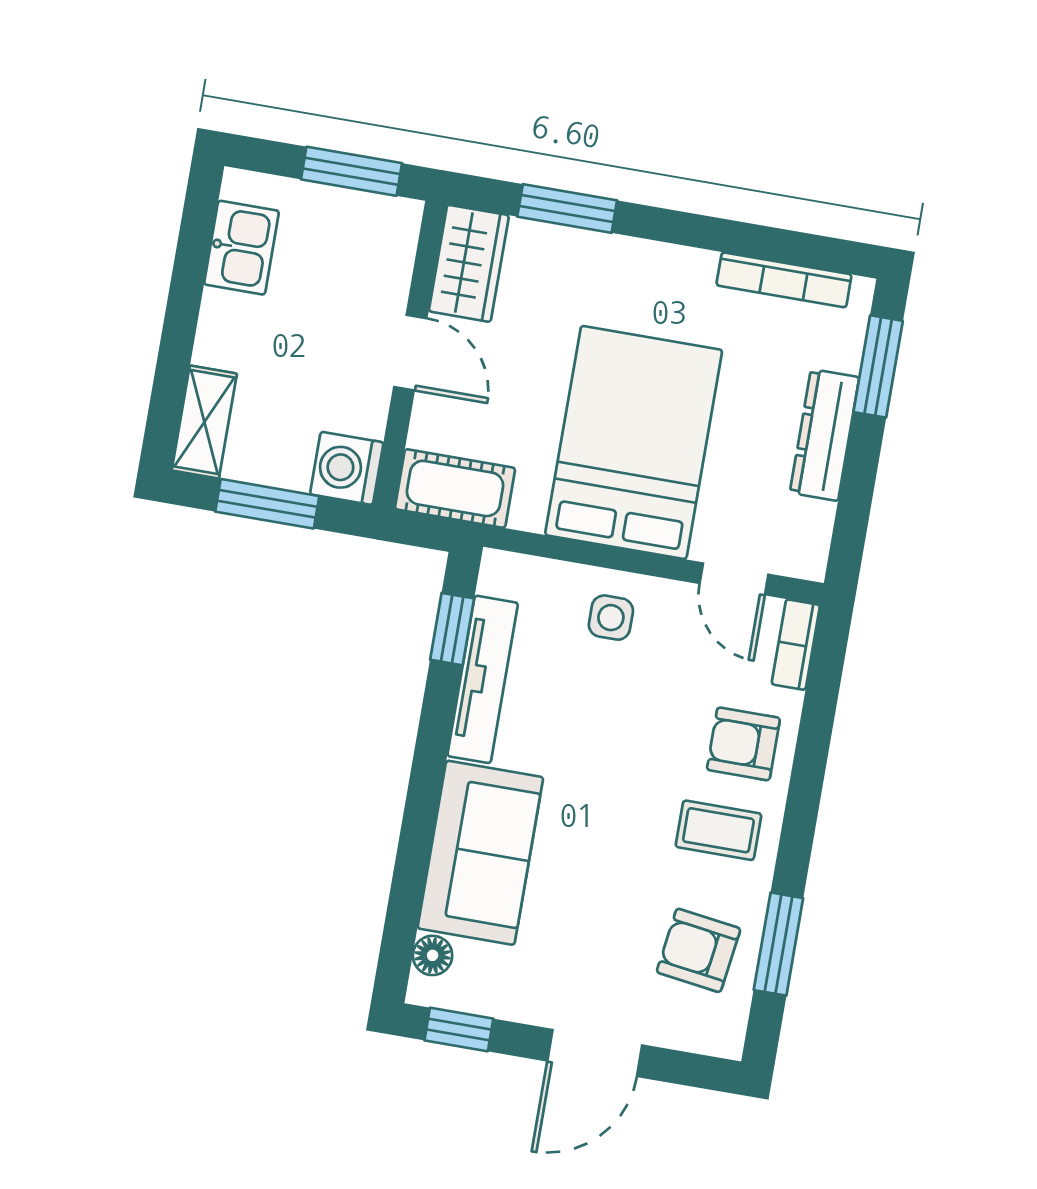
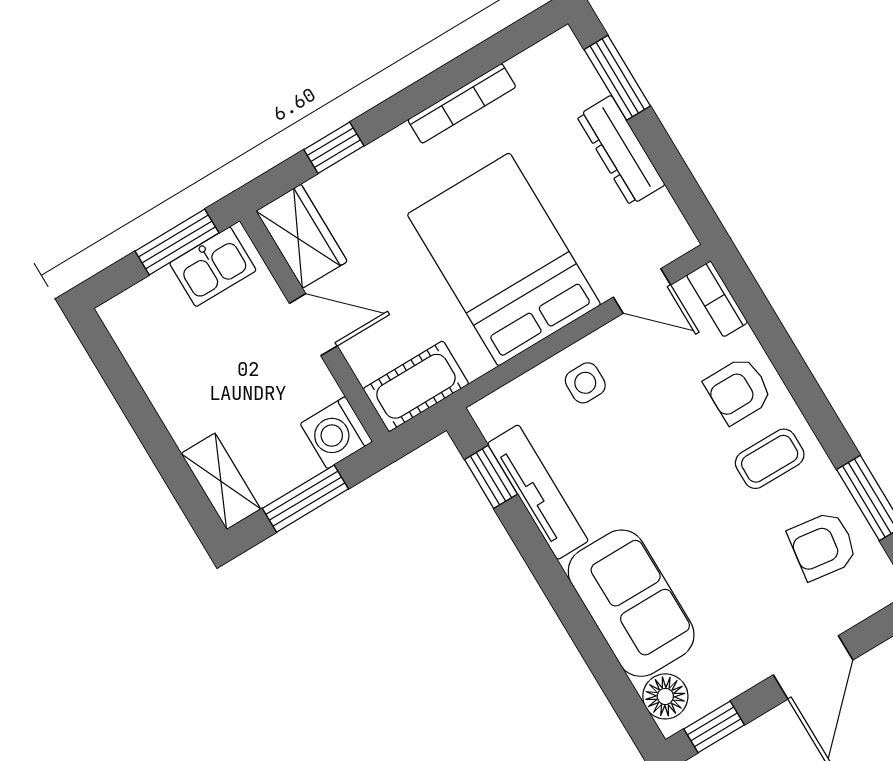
window: (567, 209) -> (334, 148), width x0.67
kitchen sink: (242, 248) -> (213, 267), moved, turned 90
bookcase: (784, 280) -> (462, 103), moved
floor lamp: (433, 955) -> (665, 696), width x1.37, depth x1.37

